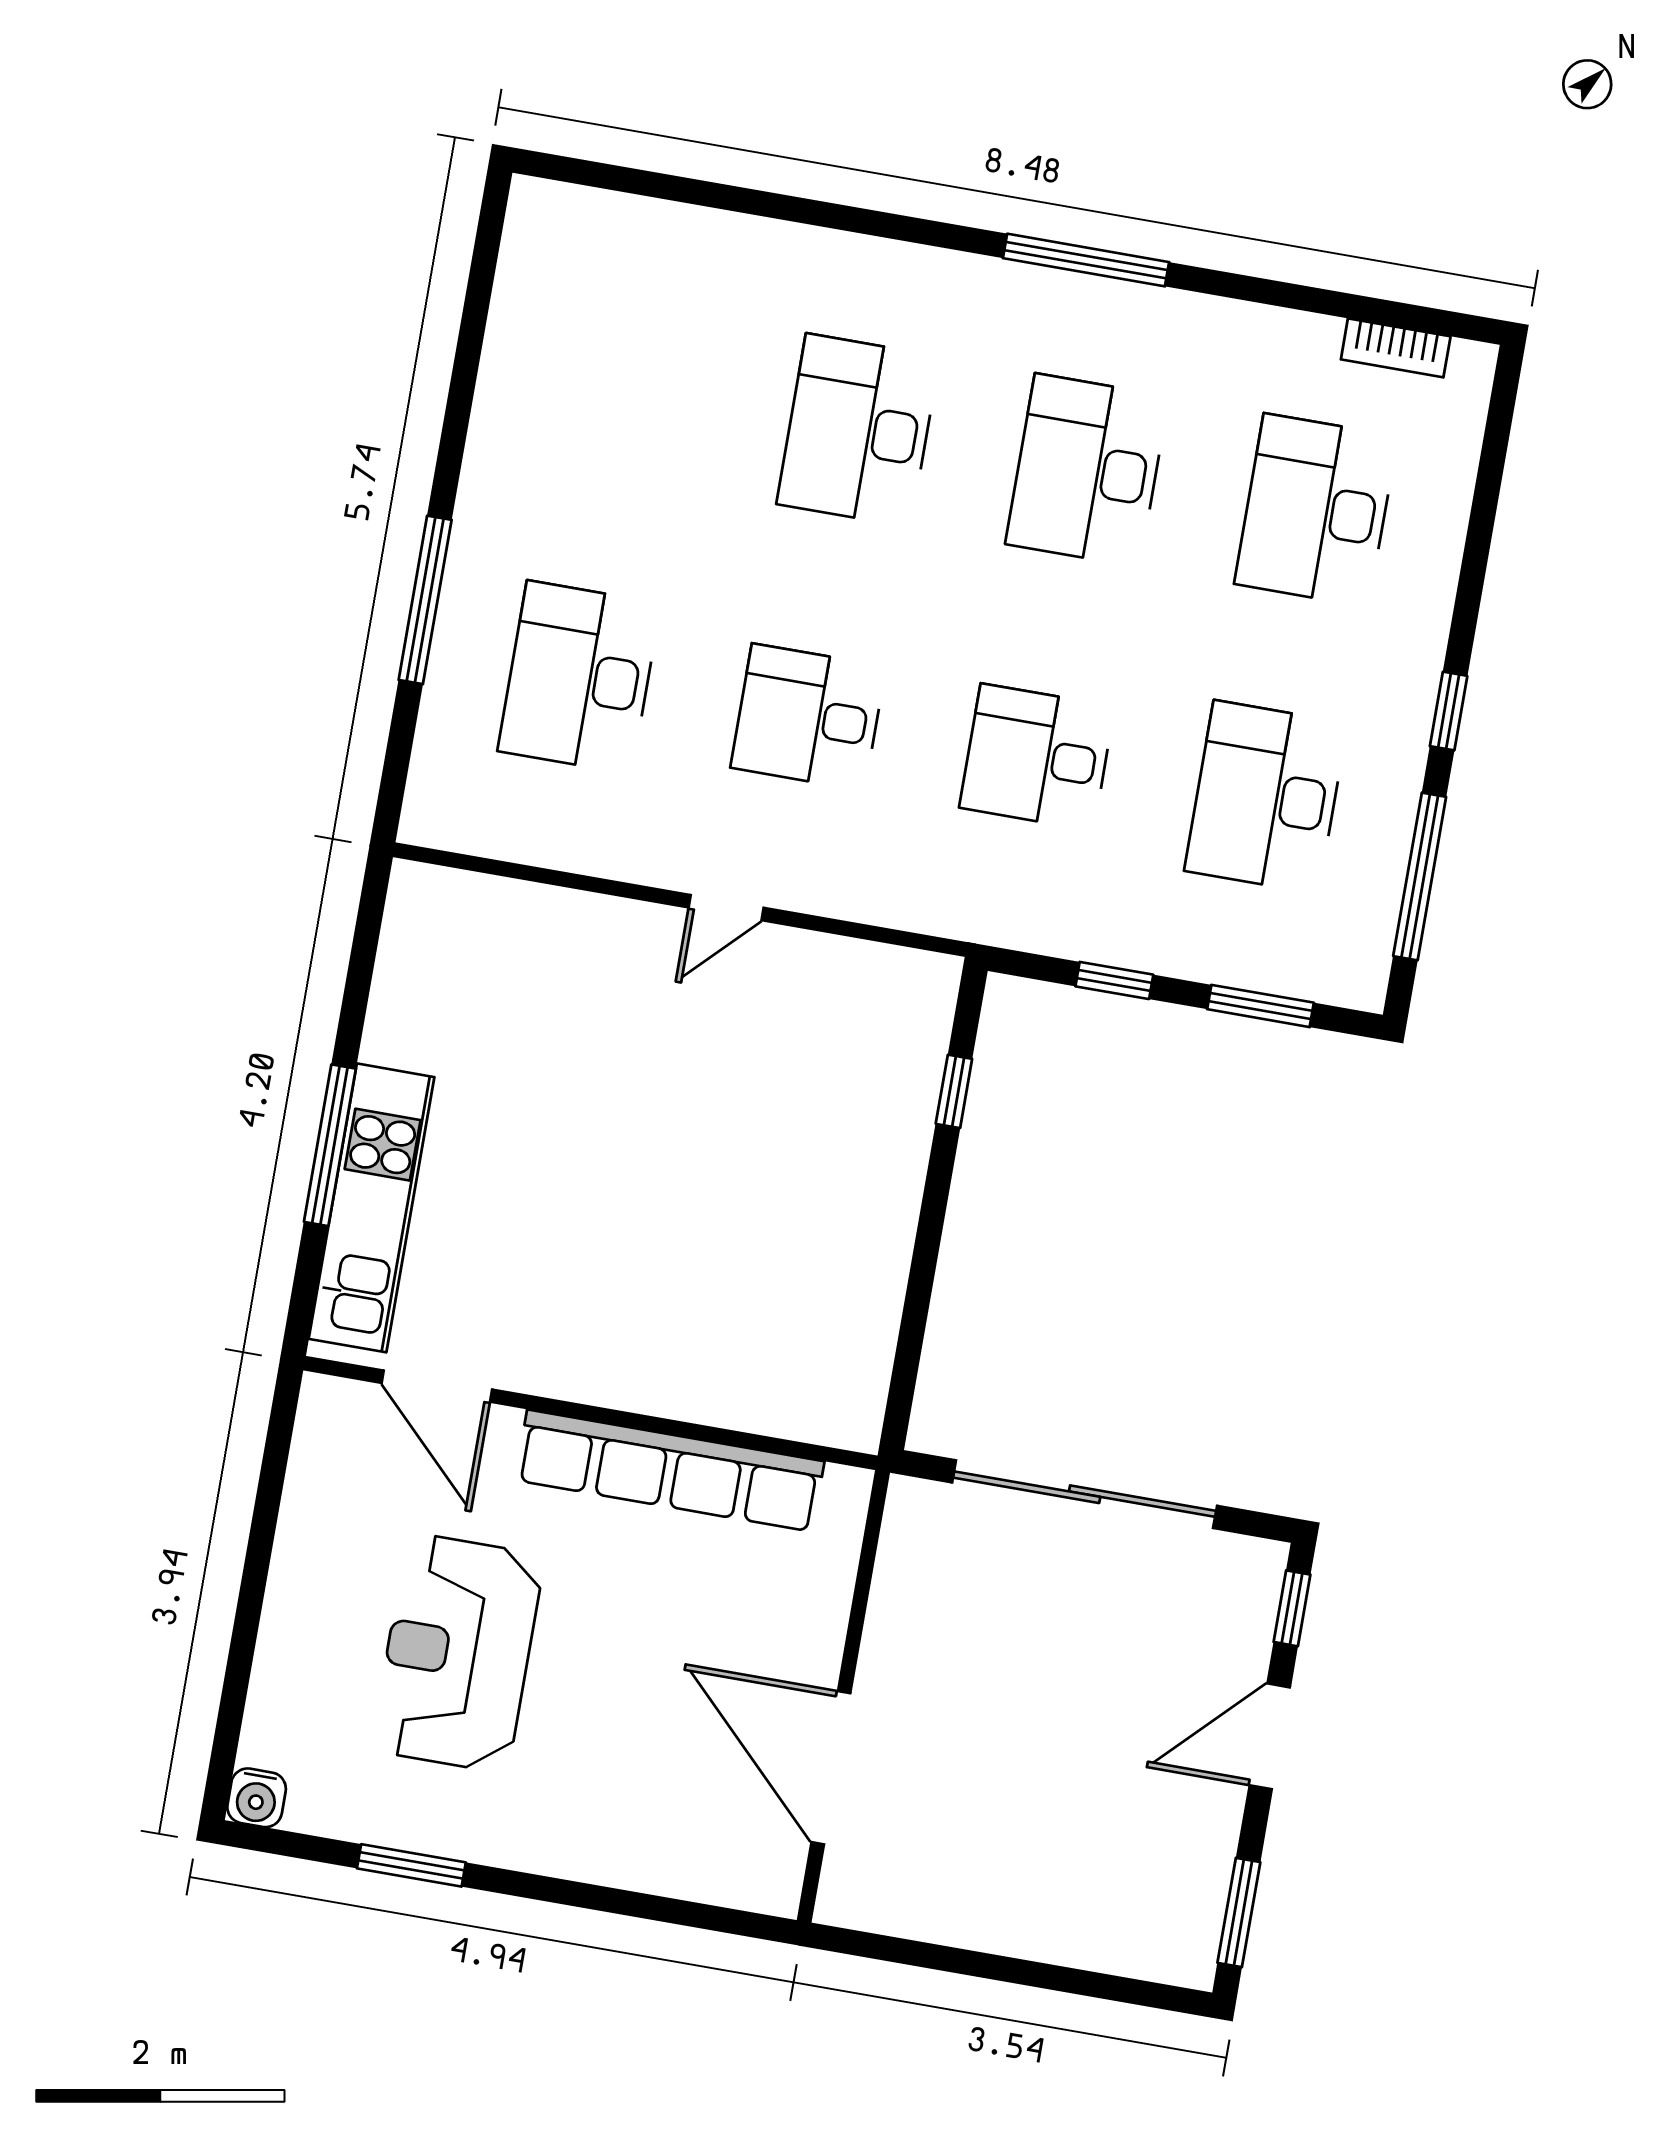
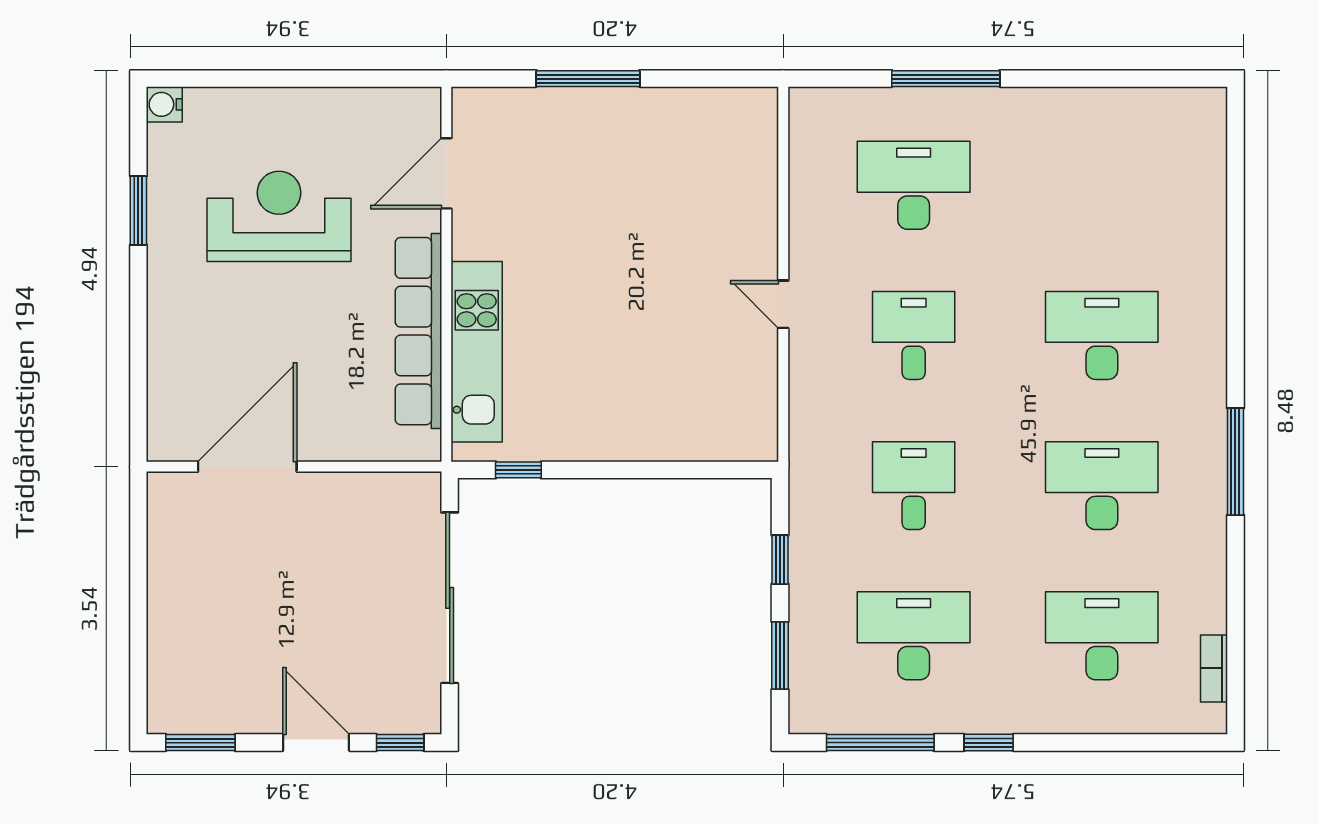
window: (954, 1091) -> (518, 470), moved
kitchen unit: (372, 1208) -> (477, 352), moved, turned -90

